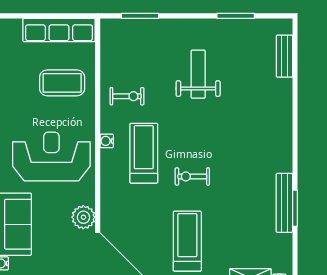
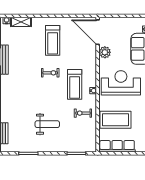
weight bench: (198, 74) -> (47, 124), turned -90
coffee table: (62, 83) -> (116, 120), width x1.36, depth x1.32
reception desk: (51, 156) -> (121, 83), turned 180

